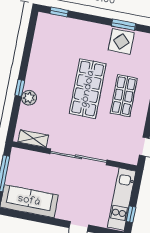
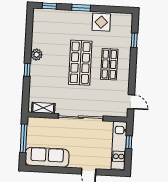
window: (124, 25) -> (81, 8), moved
plant: (29, 98) -> (37, 55), moved
window: (131, 214) -> (129, 142), moved

